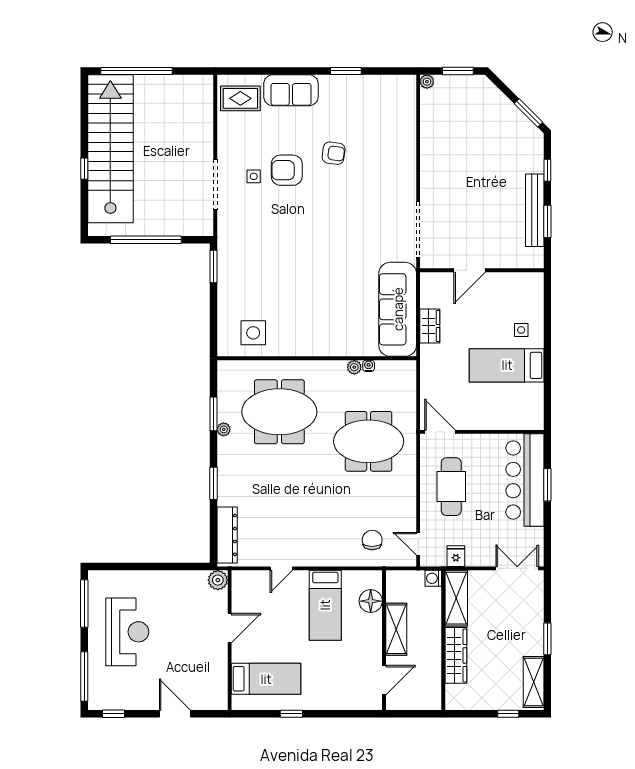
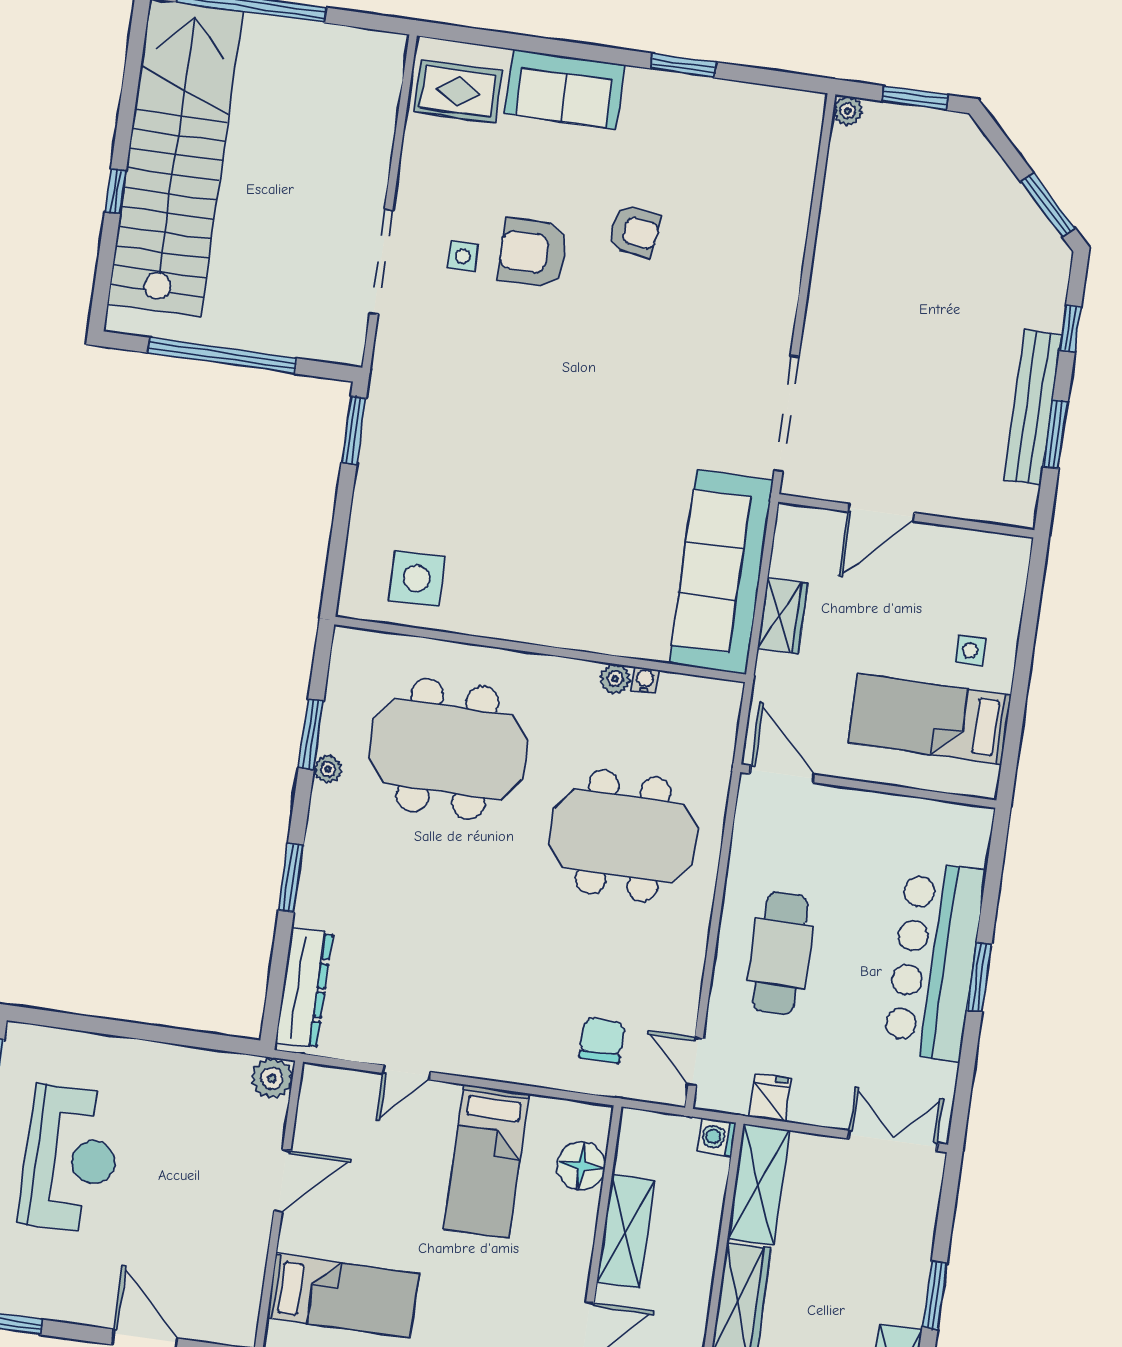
door: (440, 432) -> (782, 774), moved
wall: (482, 432) -> (868, 786), moved

